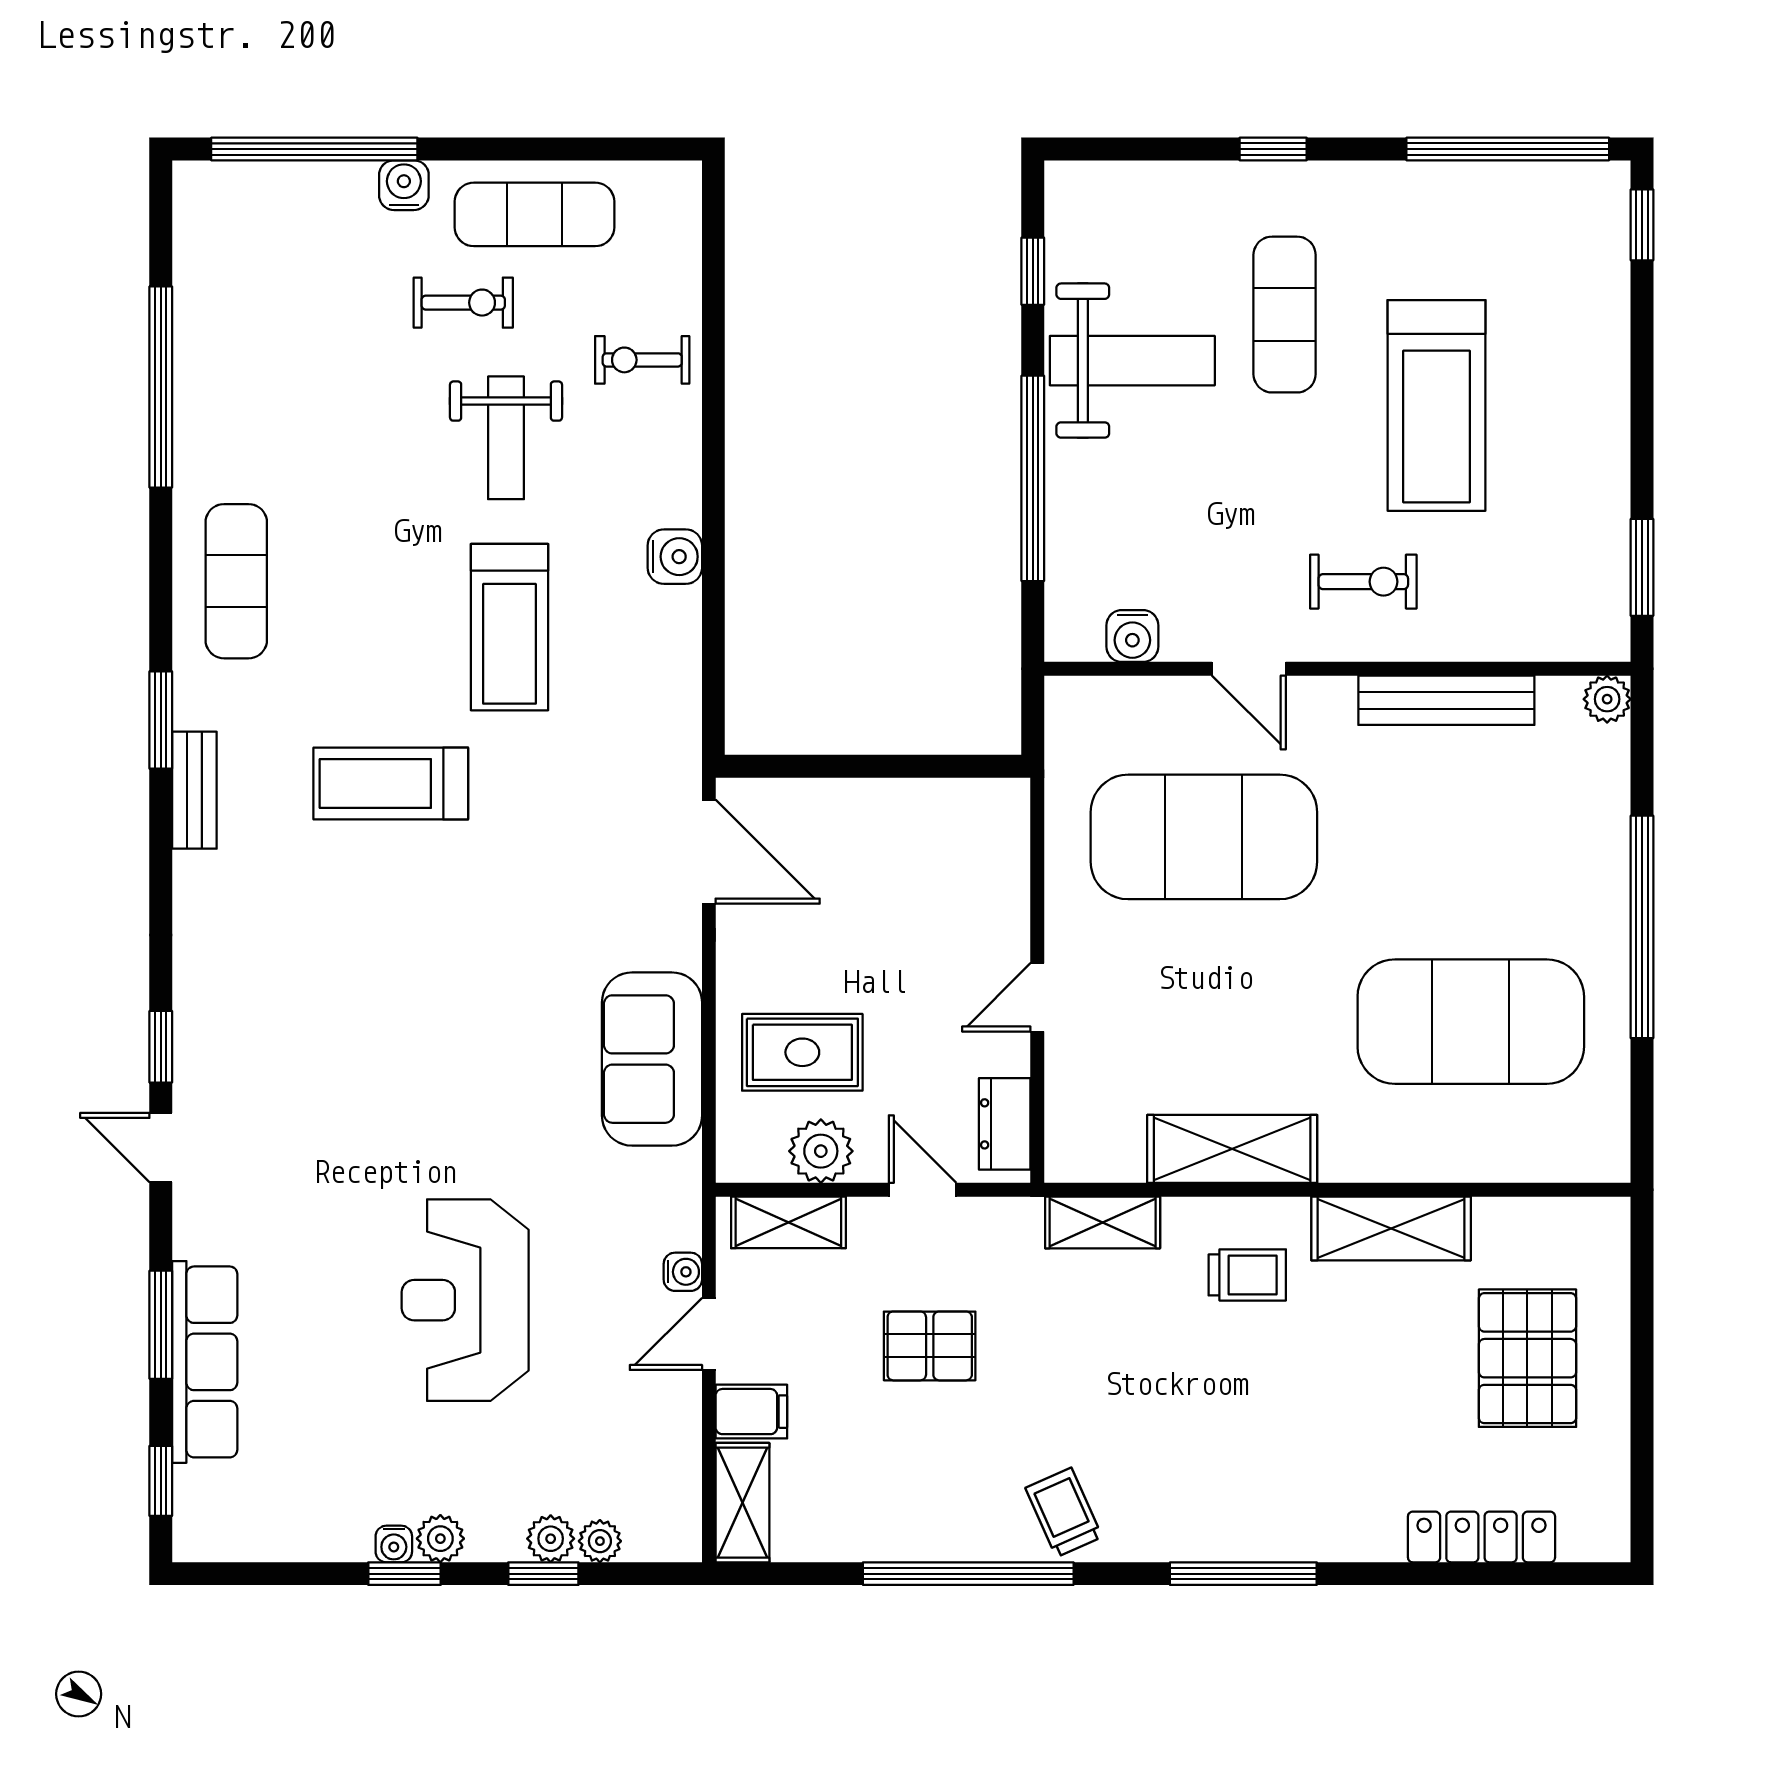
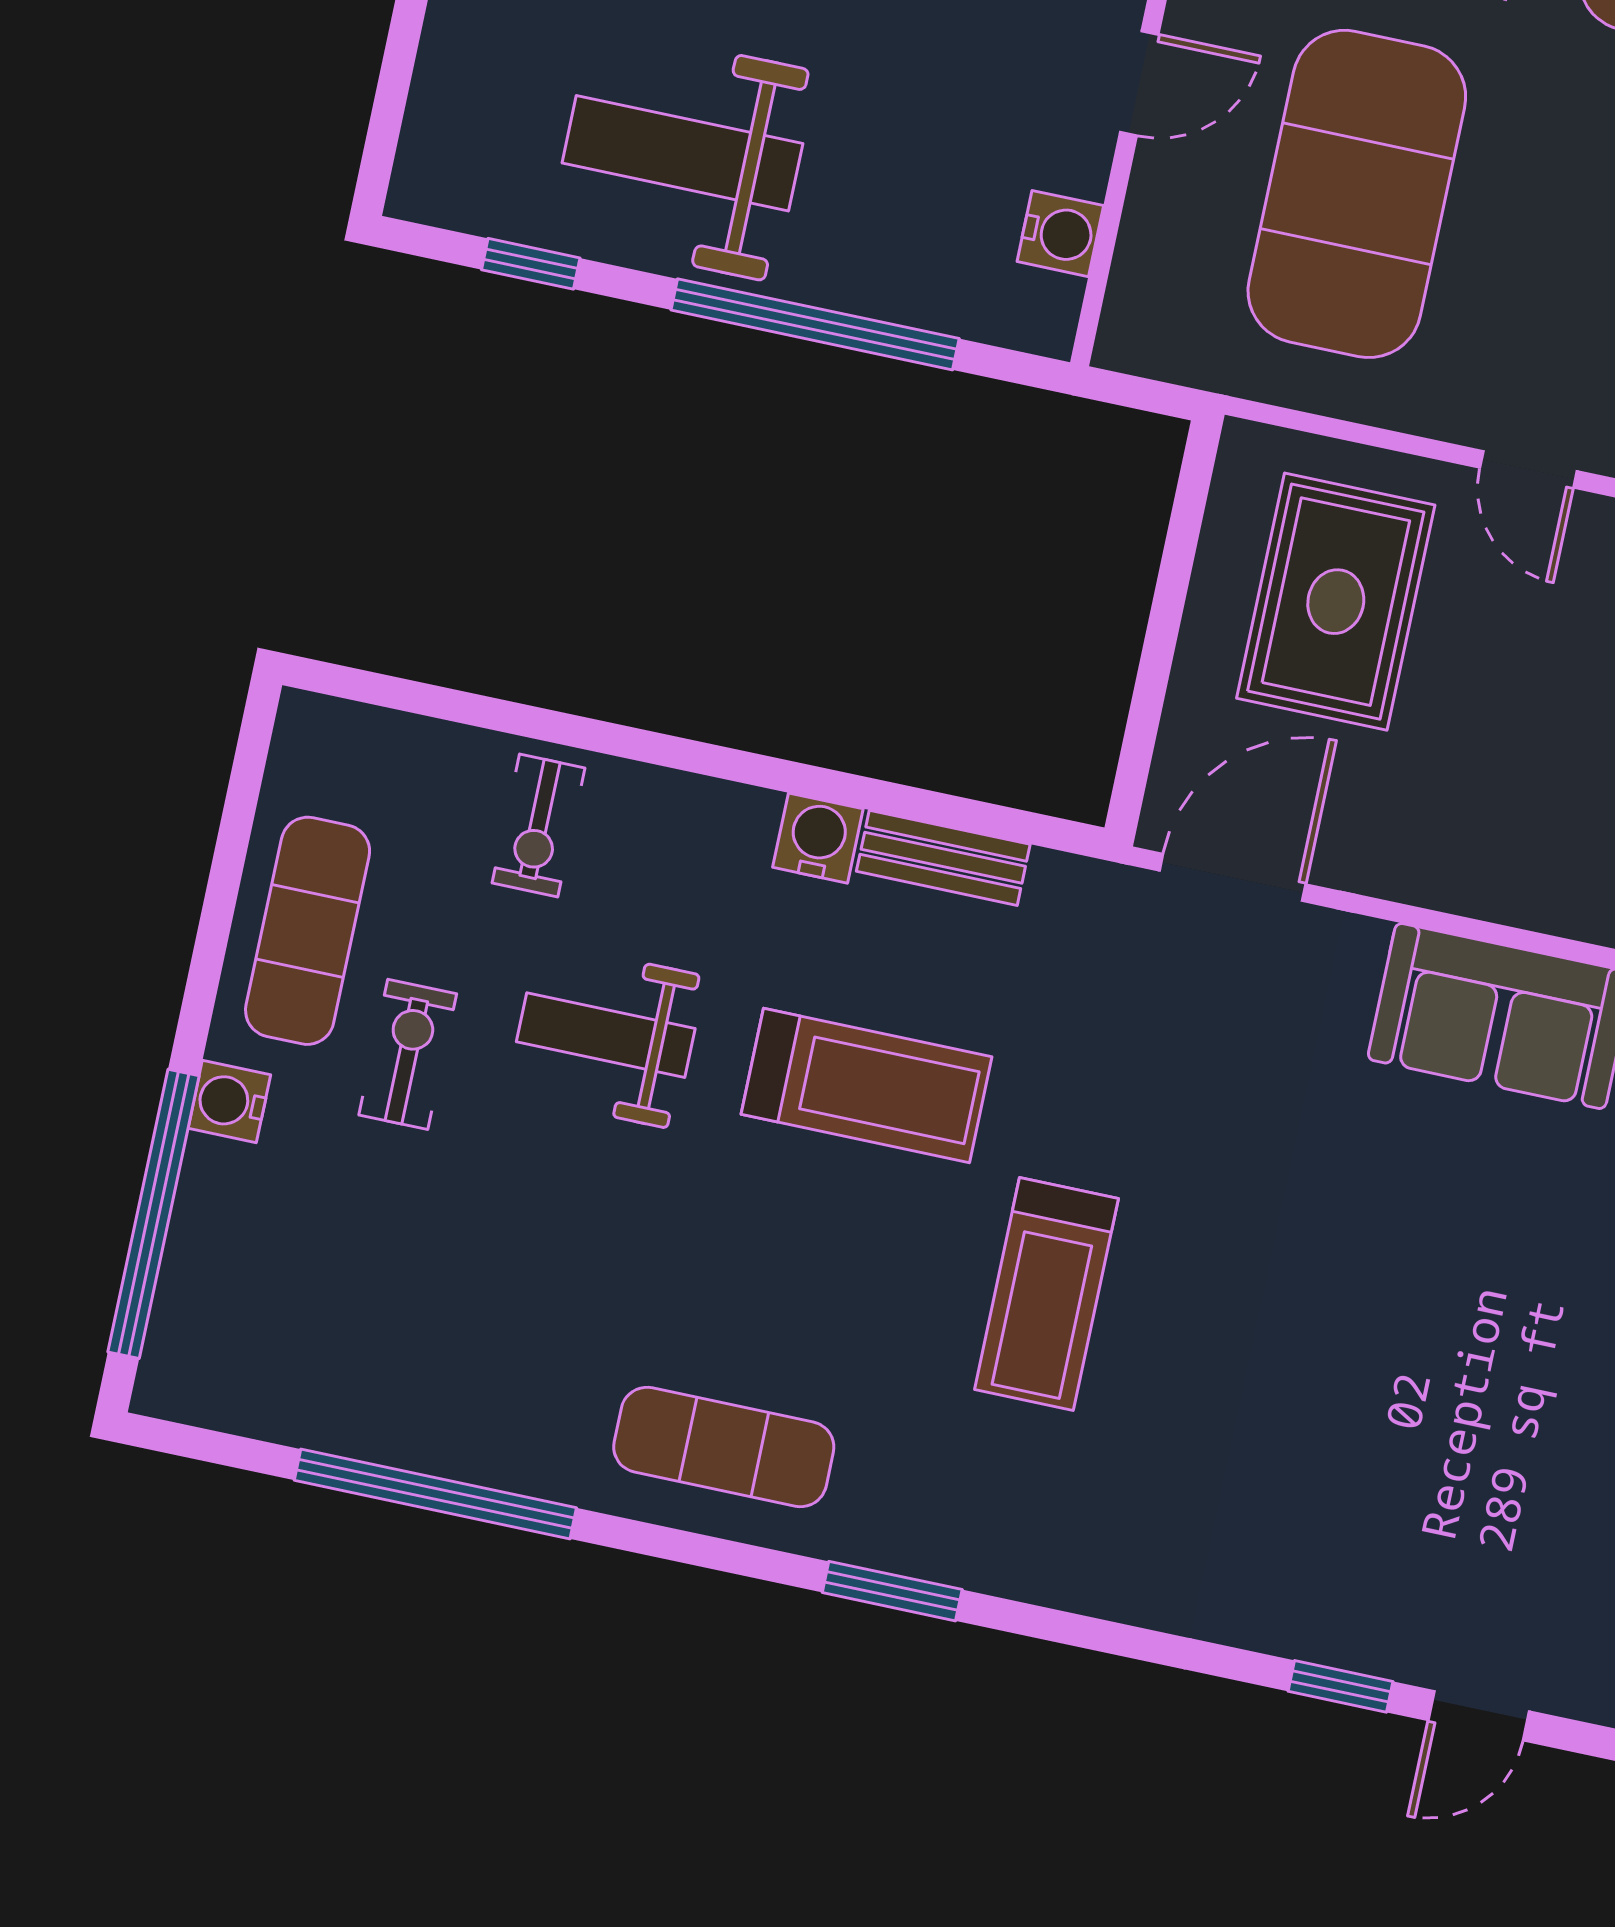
weight bench: (1132, 361) -> (682, 153), turned -90
weight bench: (506, 438) -> (606, 1035), turned 180
bench: (194, 790) -> (943, 858), moved
rug: (802, 1052) -> (1336, 602), moved, width x1.36, depth x1.43

